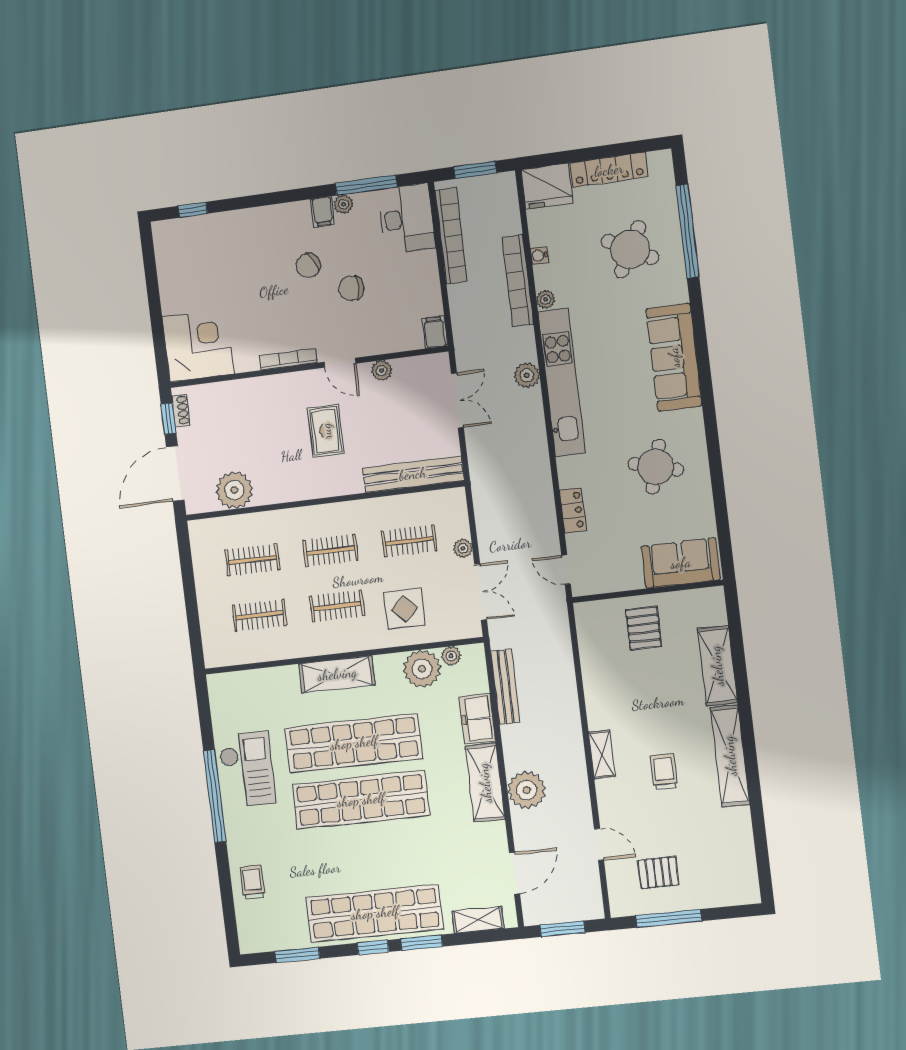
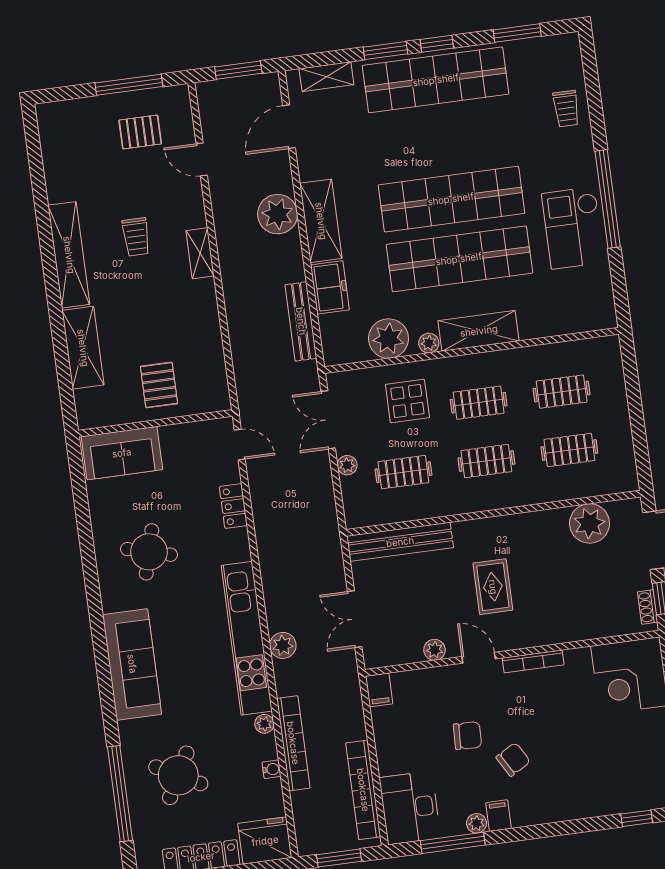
plant: (451, 656) -> (429, 343), moved

